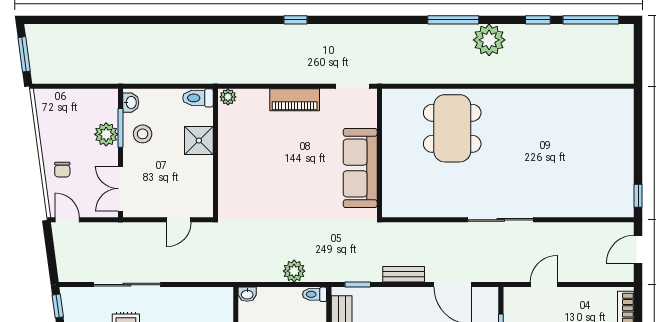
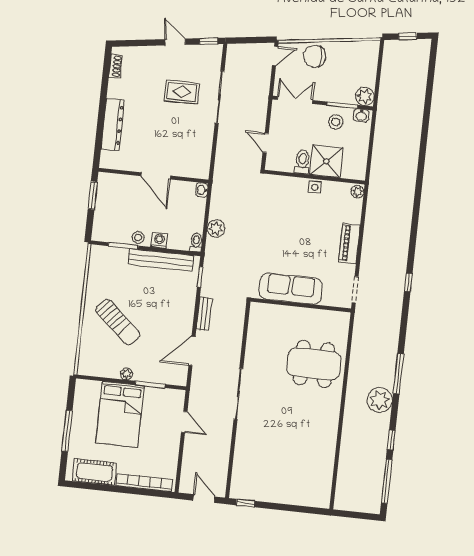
window: (295, 20) -> (408, 282), moved
window: (24, 54) -> (408, 36), width x0.67
toilet: (198, 98) -> (302, 162), moved
plant: (106, 134) -> (365, 96), moved
shower: (199, 140) -> (326, 161), width x1.36, depth x1.36
side table: (228, 151) -> (315, 187), added
chair: (62, 170) -> (315, 56), width x1.87, depth x1.87

